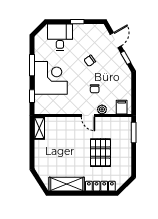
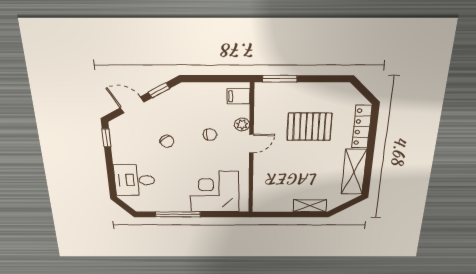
window: (77, 22) -> (106, 138), moved
window: (32, 65) -> (178, 214), width x1.44
corner desk: (51, 78) -> (214, 192), moved
window: (32, 96) -> (223, 214), removed
shelving: (39, 128) -> (310, 206), moved

